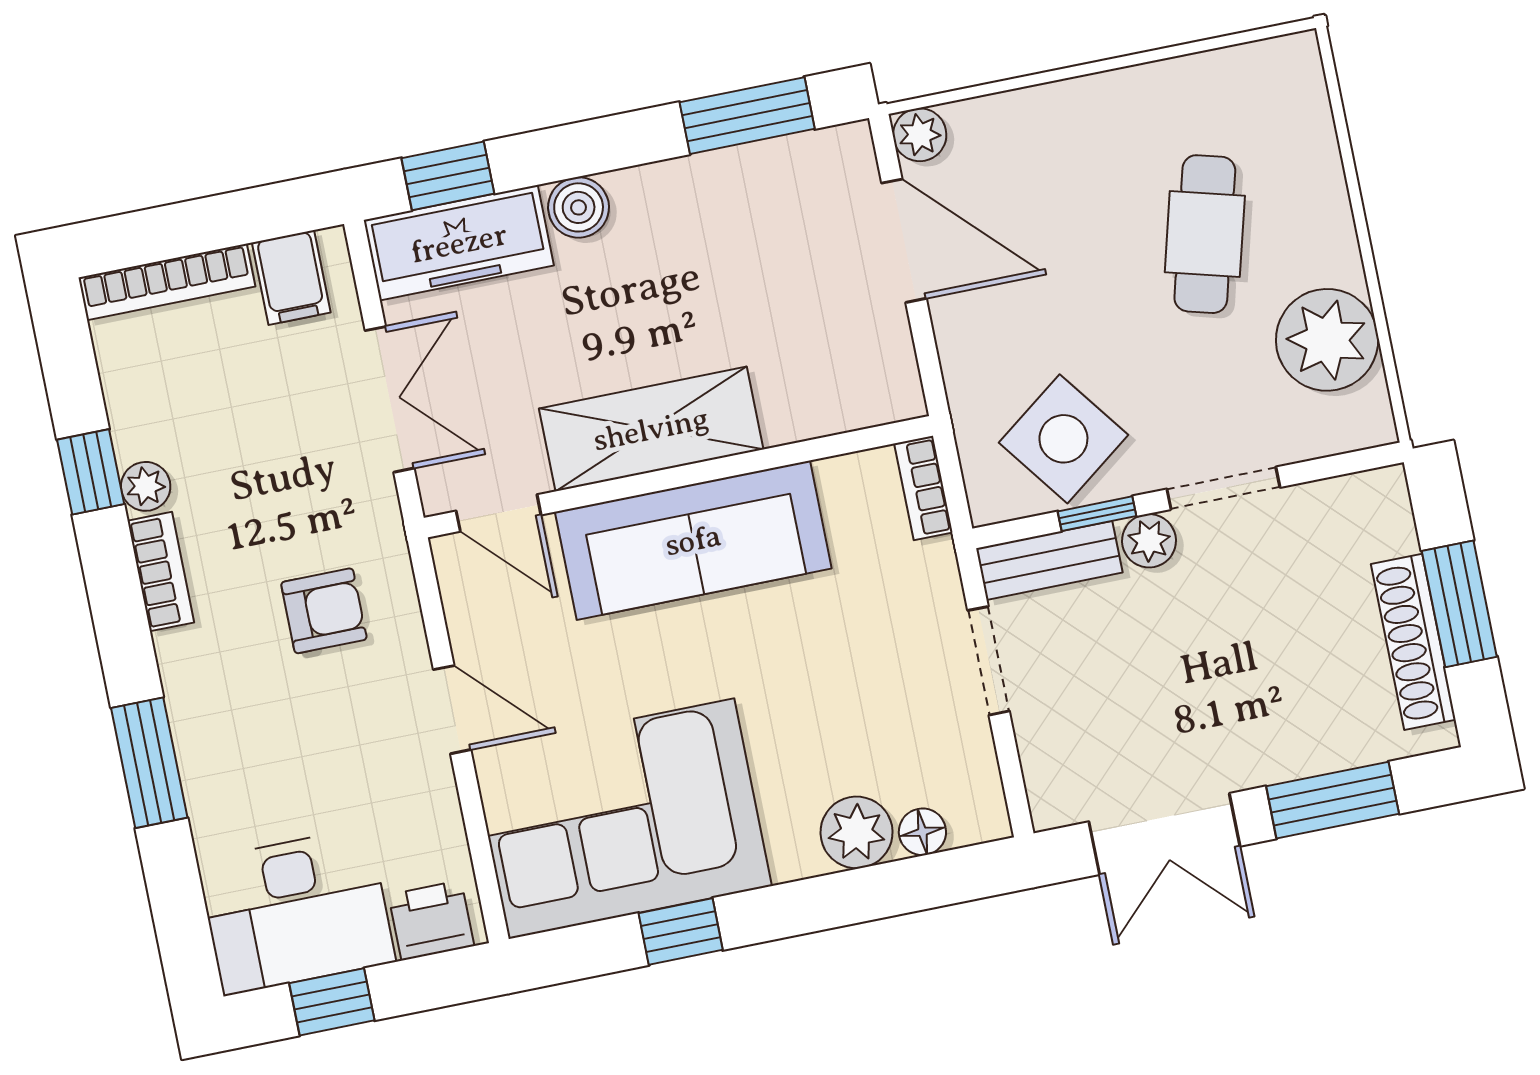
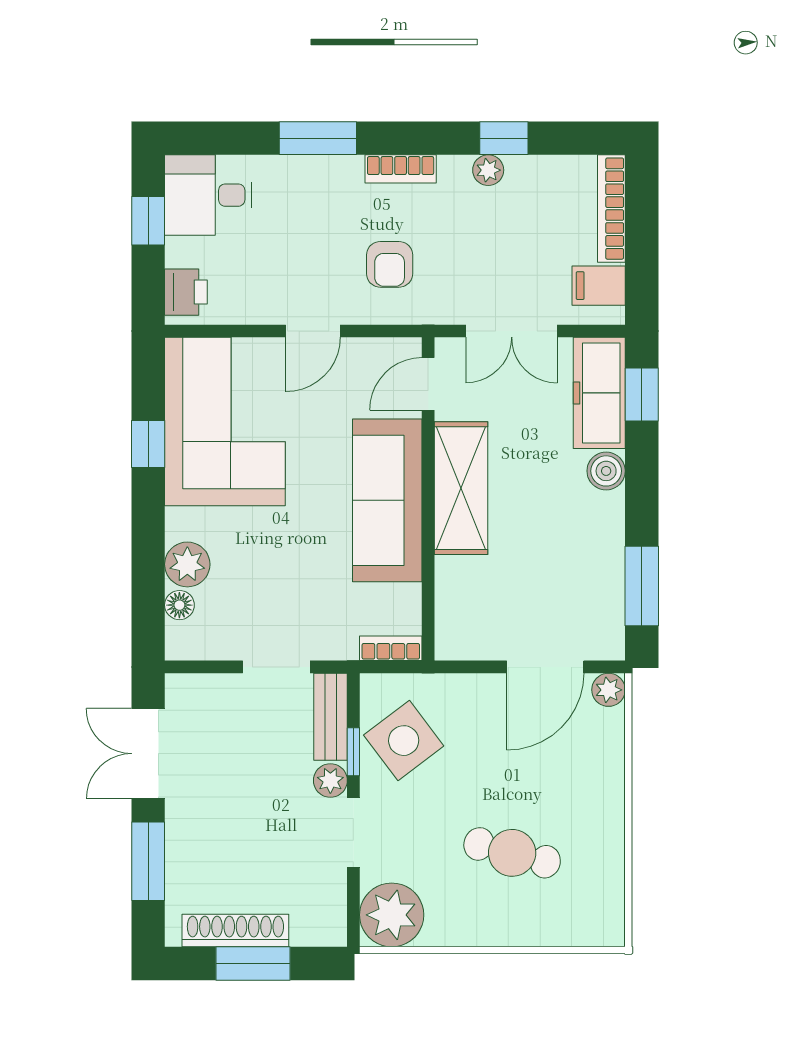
plant: (1327, 340) -> (392, 915), moved
bookcase: (161, 572) -> (401, 169), moved
desk: (296, 911) -> (208, 195), width x0.73

